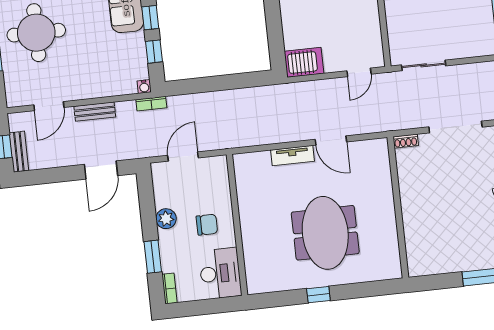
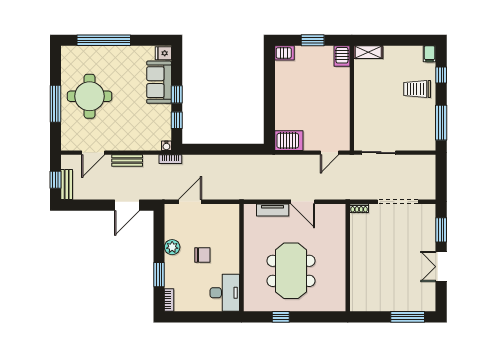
wall: (237, 225) -> (241, 258), moved
desk: (220, 273) -> (225, 293), moved

